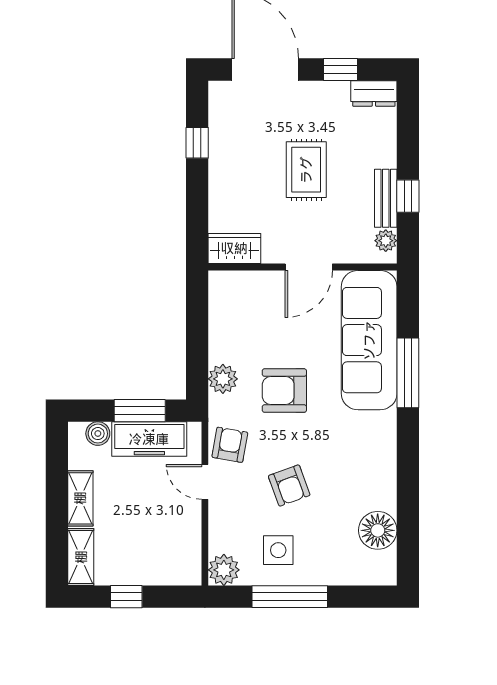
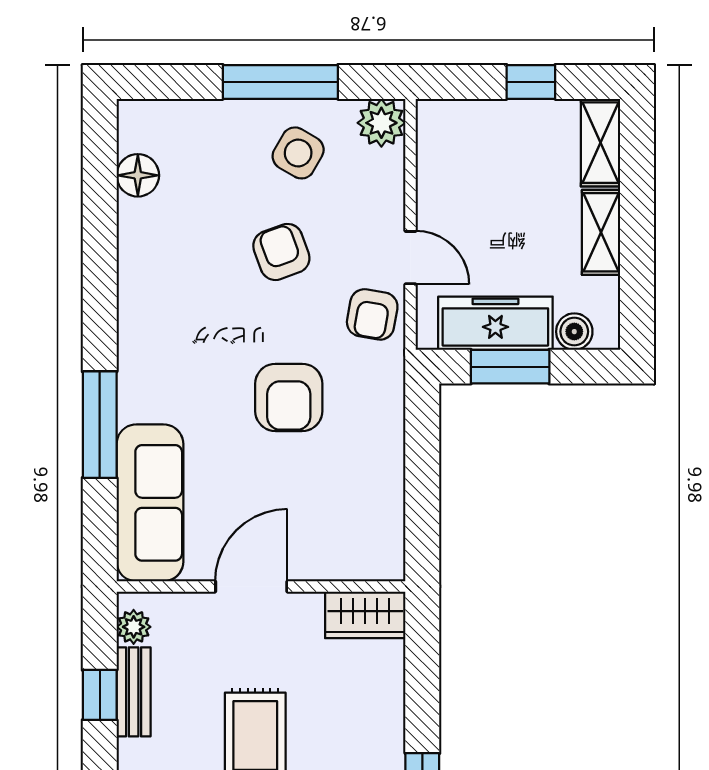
sofa: (369, 340) -> (150, 503), width x0.74, depth x0.79
plant: (223, 379) -> (383, 415), removed
armchair: (284, 391) -> (289, 397), turned 90
floor lamp: (378, 530) -> (138, 175), width x0.73, depth x0.73
side table: (278, 550) -> (298, 153), turned 30

